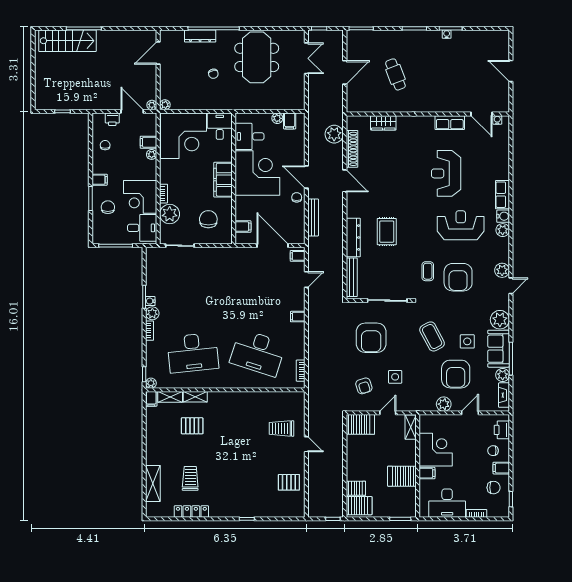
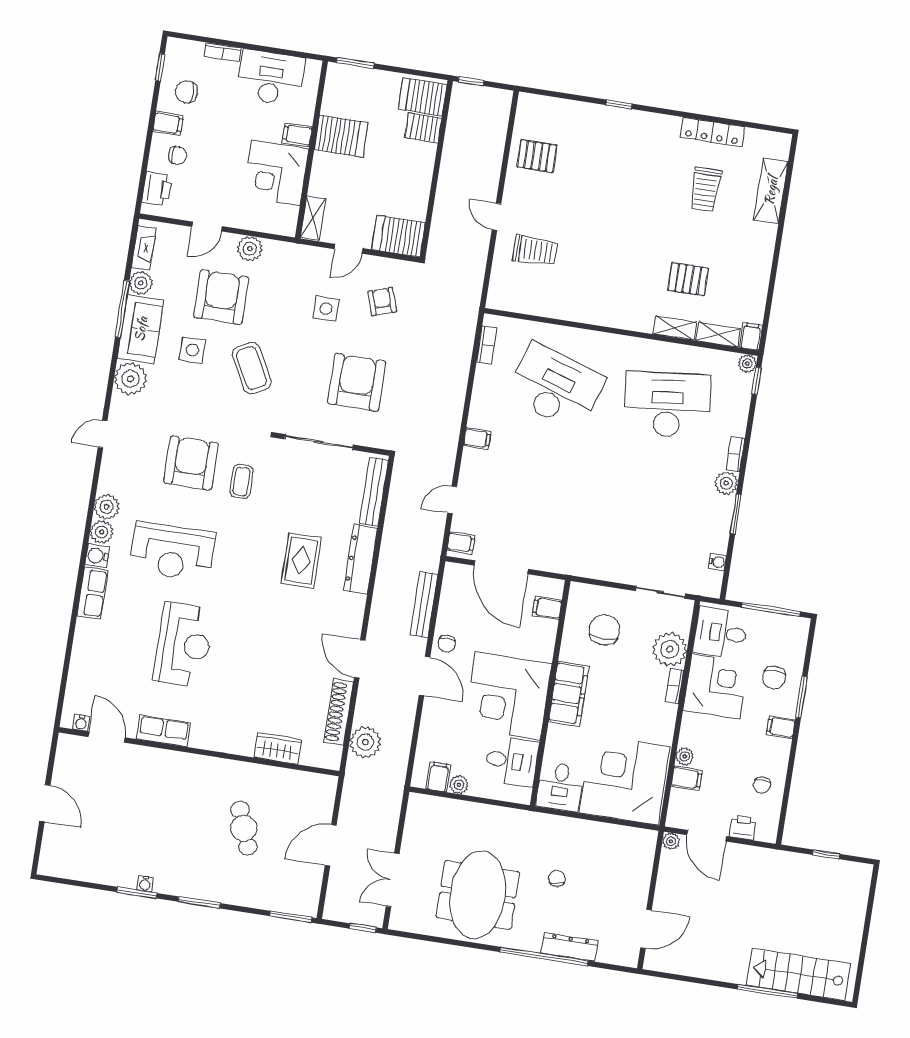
plant: (165, 105) -> (648, 838), removed
chair: (208, 219) -> (604, 630), turned 180
plant: (502, 270) -> (107, 507), moved
water cooler: (150, 301) -> (717, 562), moved

